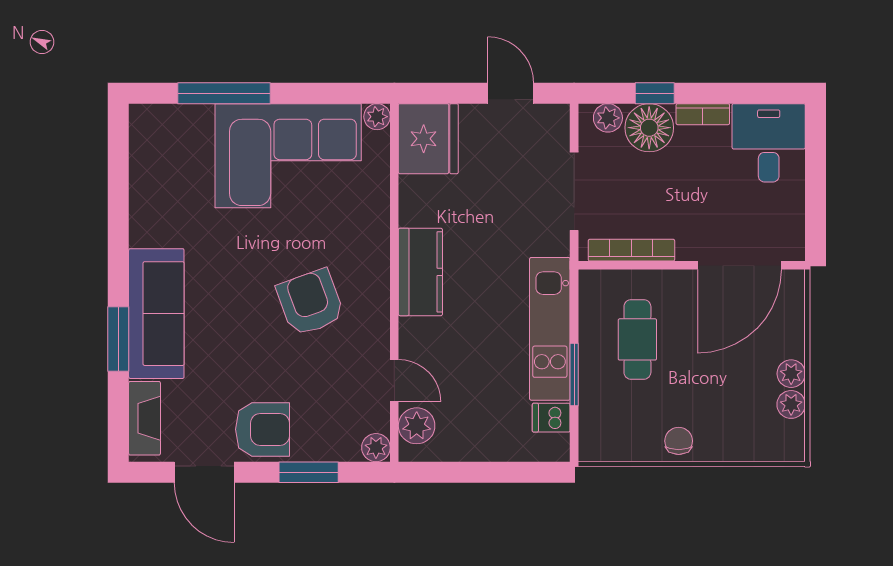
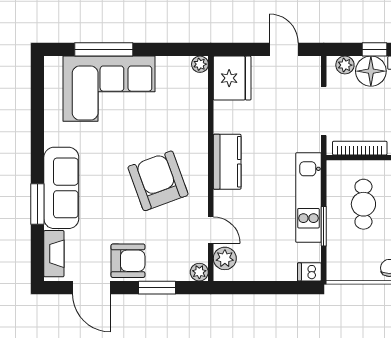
corner sofa: (288, 156) -> (109, 89), moved
armchair: (310, 302) -> (158, 181), width x1.36, depth x1.36
dishwasher: (551, 418) -> (309, 272), moved

